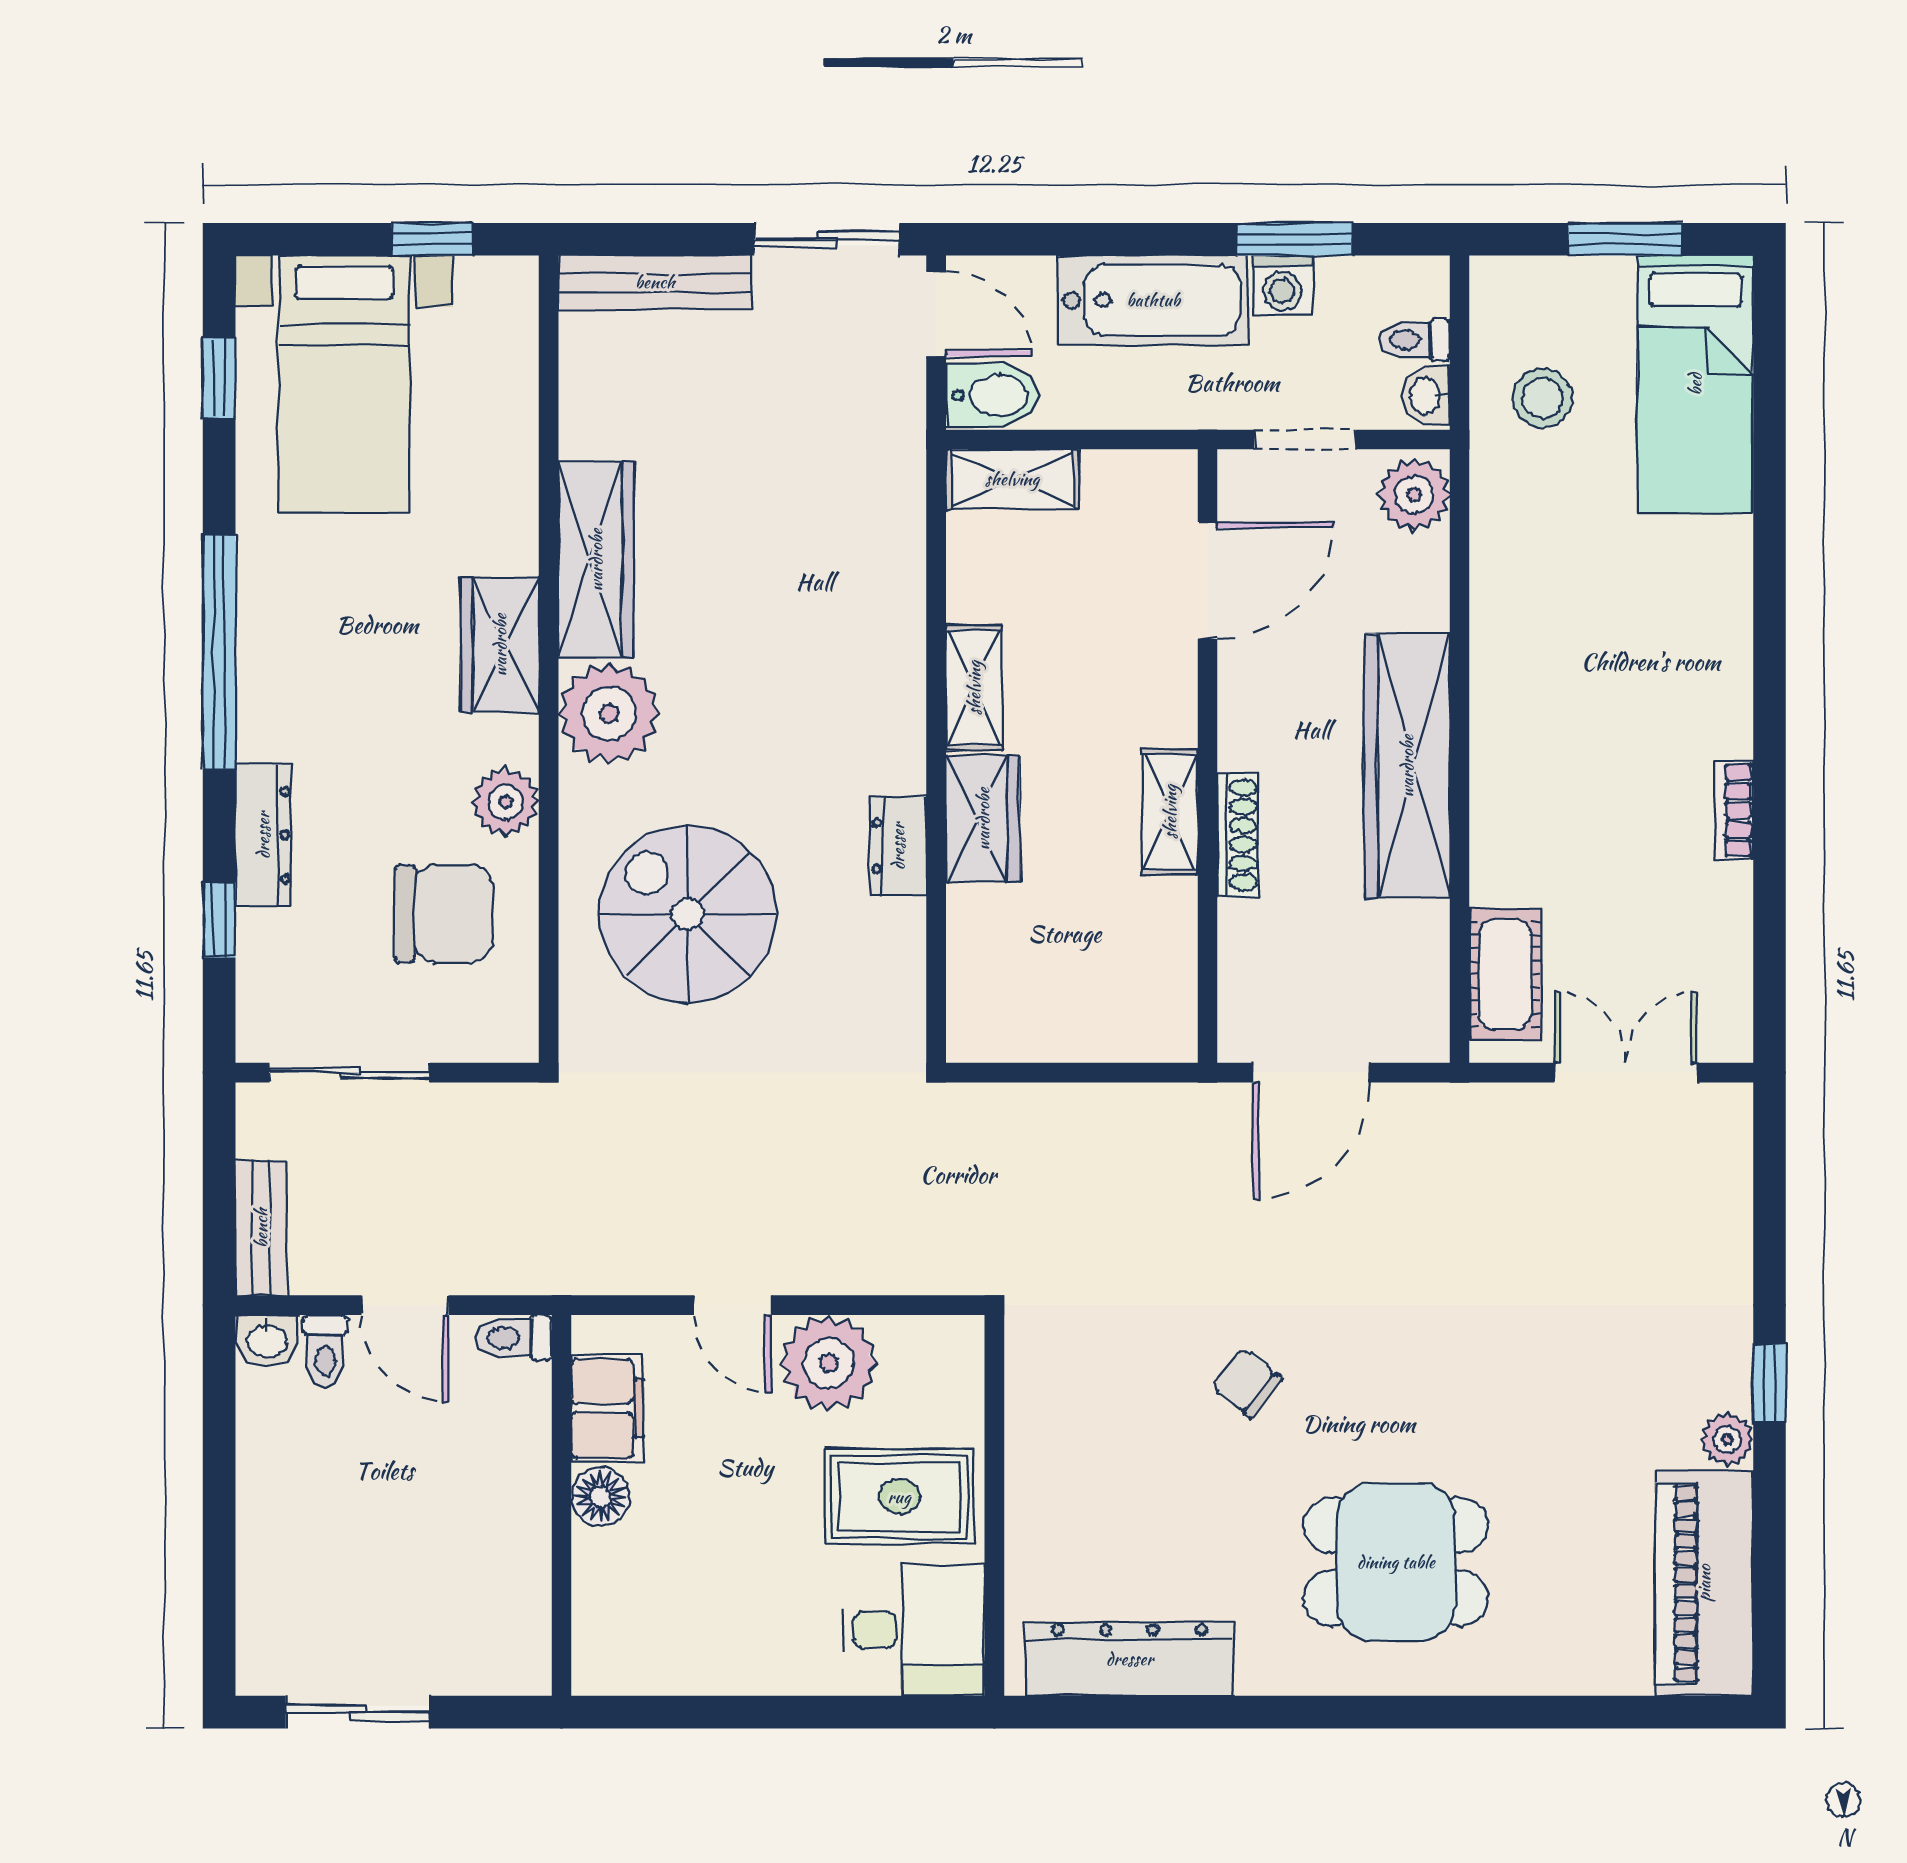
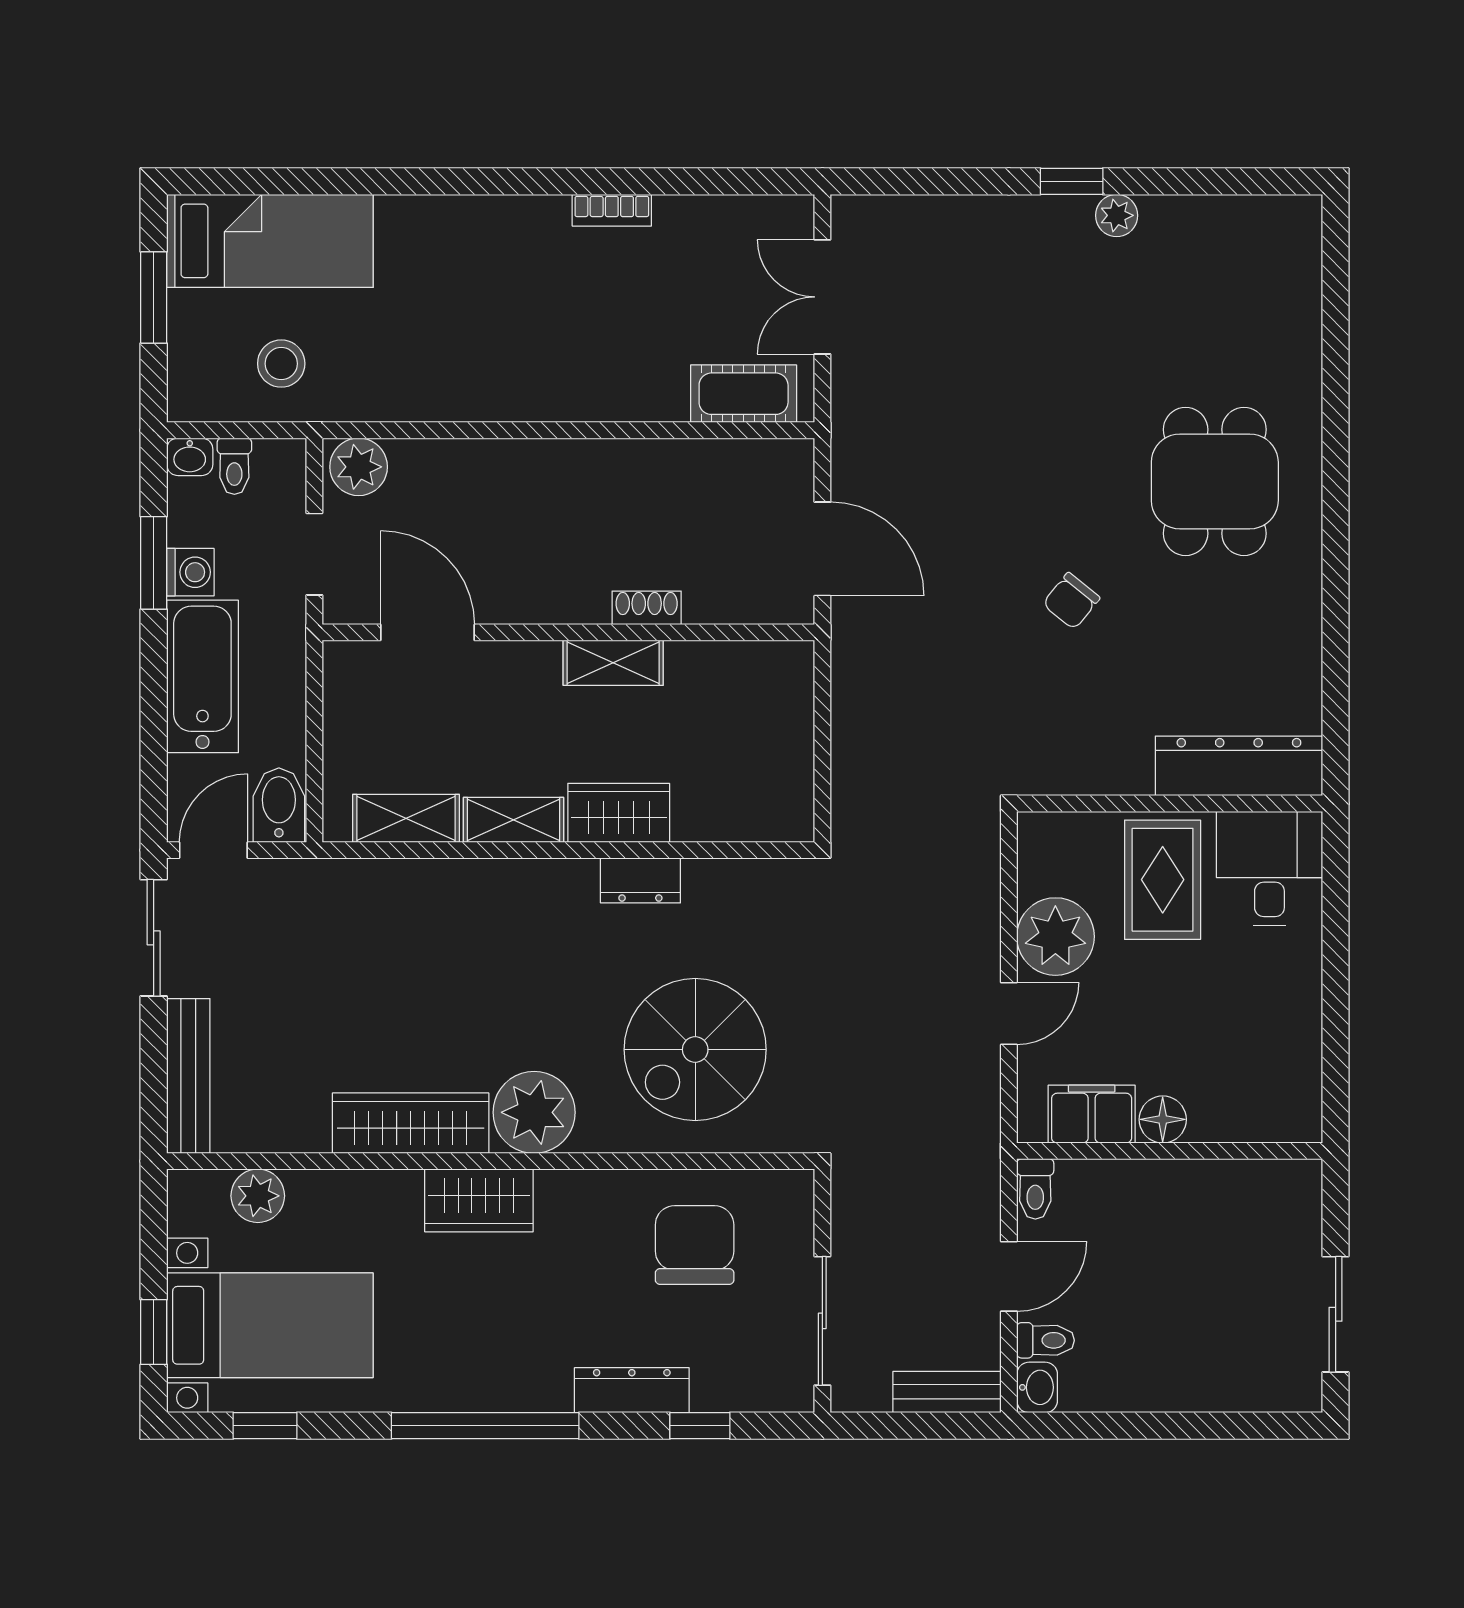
window: (432, 239) -> (154, 1332), moved
washbasin: (1426, 395) -> (190, 457), moved
shelving: (1012, 479) -> (406, 818), moved, turned 90
wardrobe: (1407, 766) -> (576, 472), removed
plant: (505, 802) -> (258, 1196), moved
shoe rack: (1238, 835) -> (647, 608), width x0.70
piano: (1704, 1583) -> (1232, 234), removed
dresser: (1130, 1659) -> (1239, 766), moved, turned 90

